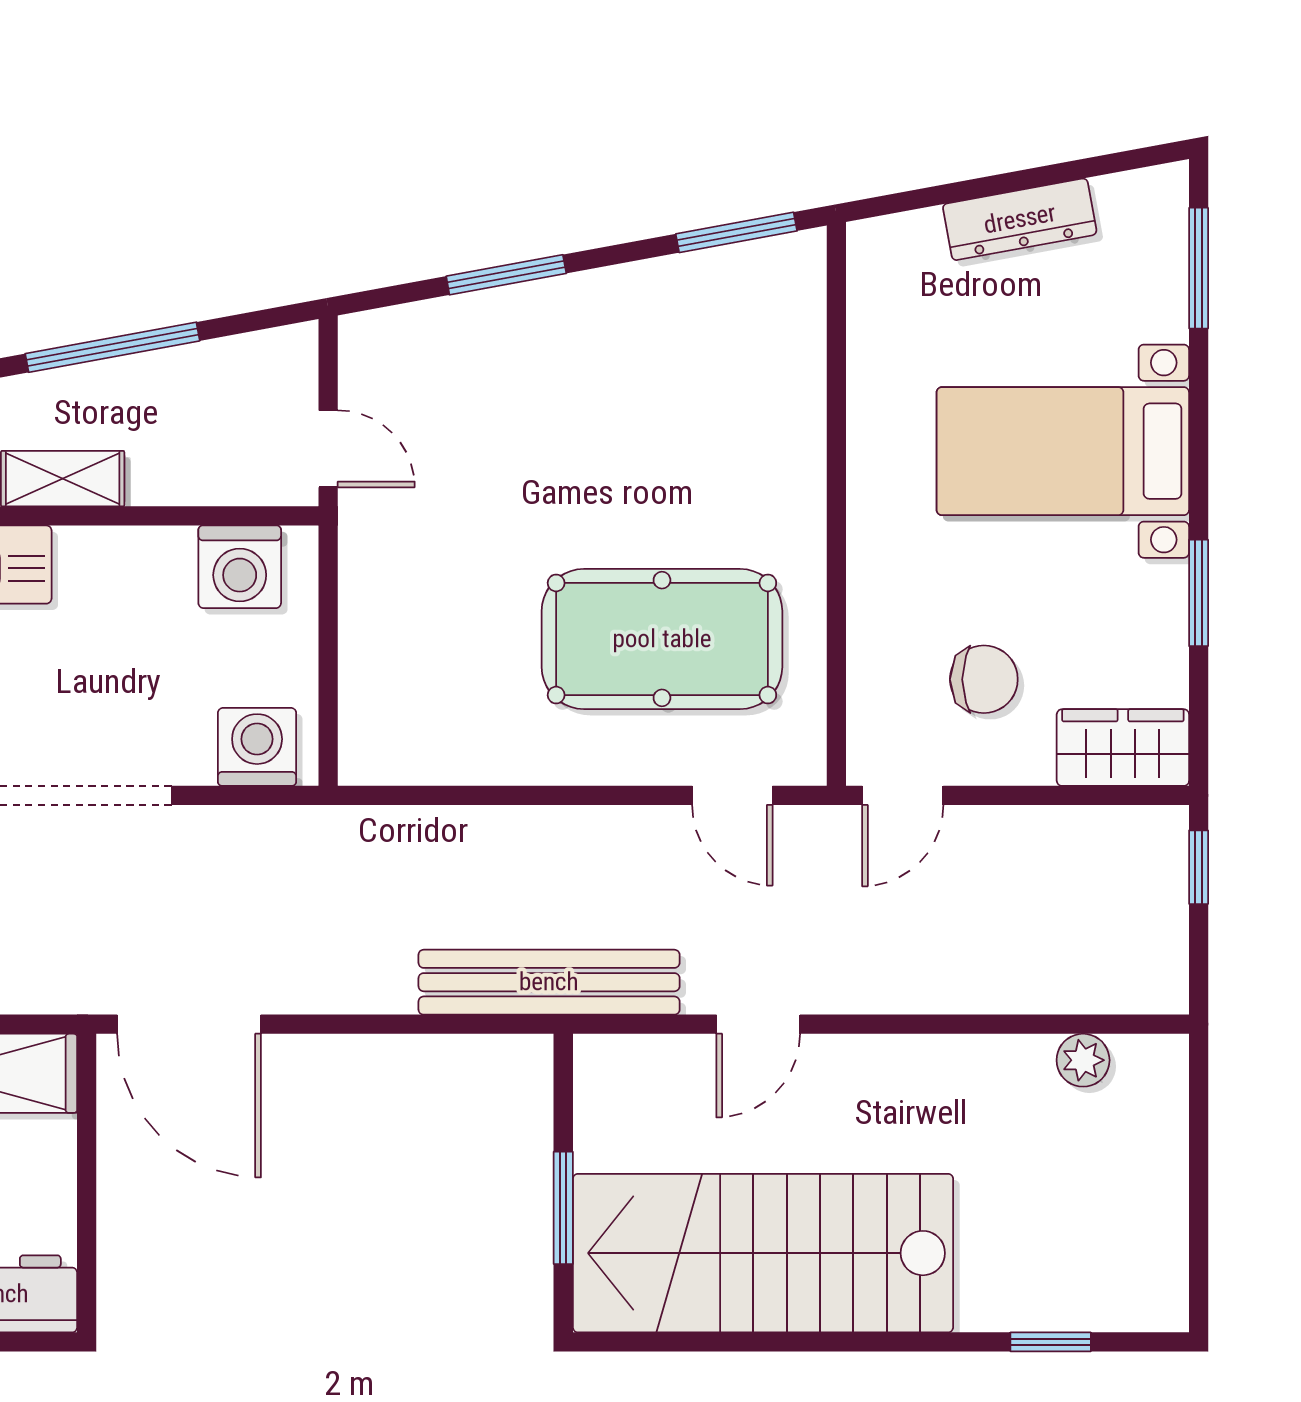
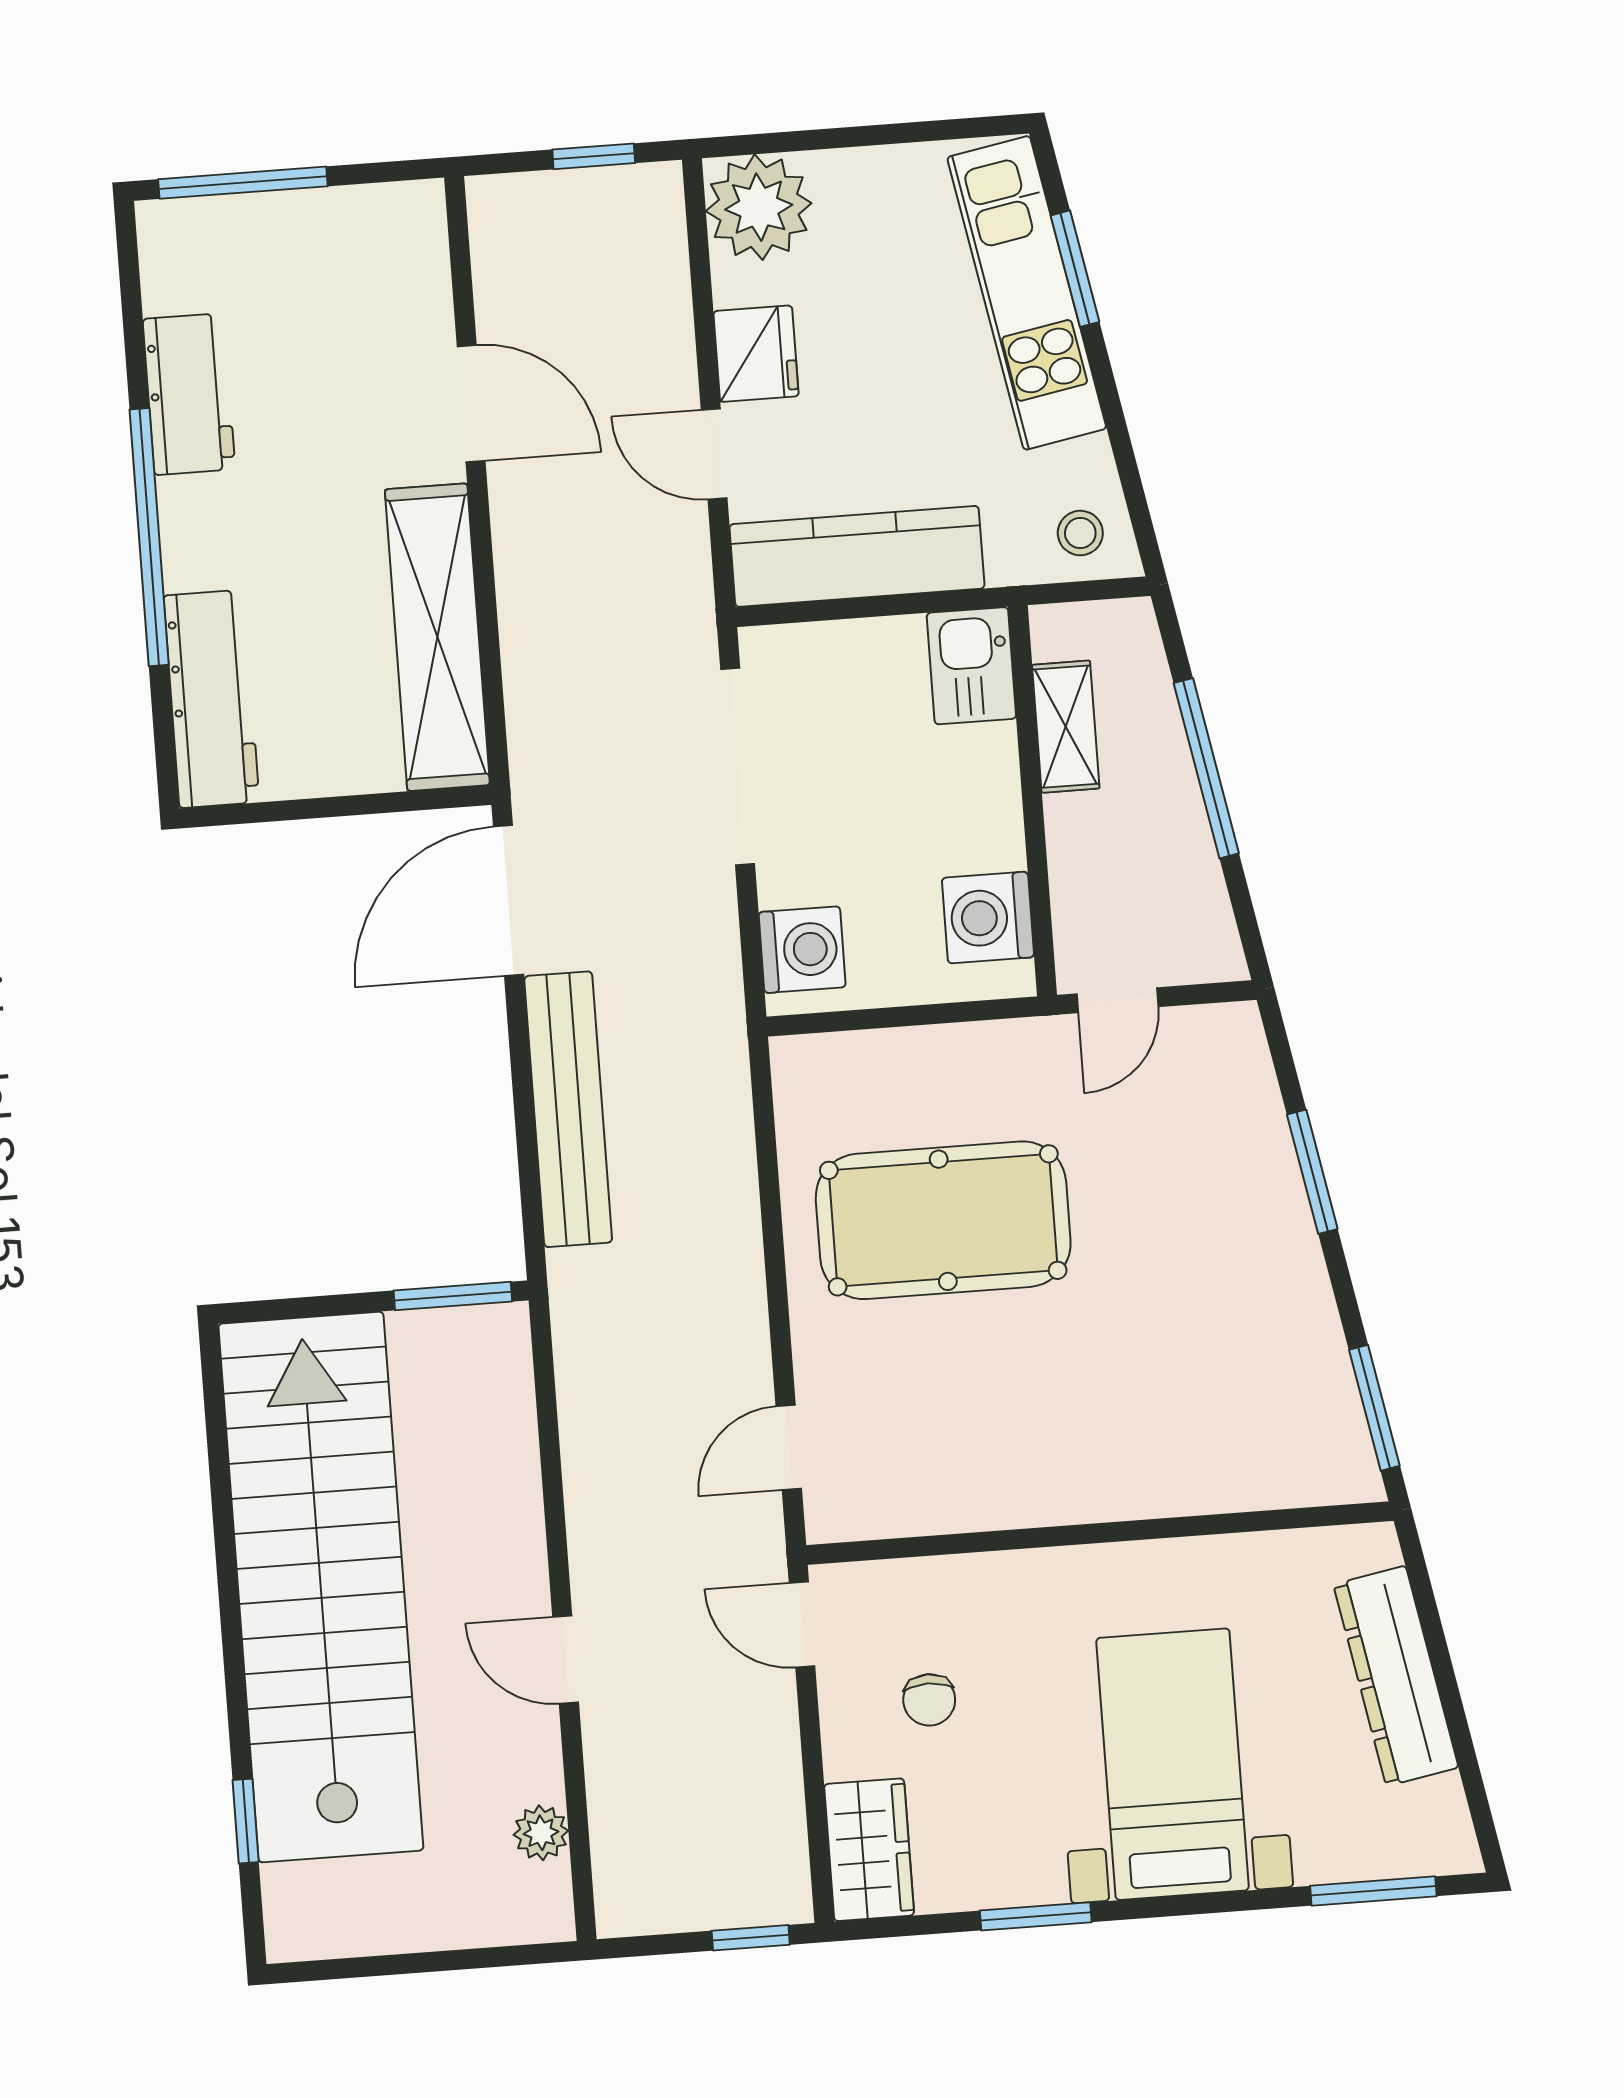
dresser: (1020, 219) -> (1396, 1676), width x1.37, depth x1.24
pool table: (662, 639) -> (943, 1220), moved, turned 90
chair: (984, 679) -> (929, 1700), width x0.73, depth x0.73
bench: (549, 982) -> (568, 1109), moved
door: (758, 1024) -> (566, 1660), moved
window: (563, 1208) -> (453, 1296), moved
stairs: (763, 1253) -> (321, 1587), width x1.36

